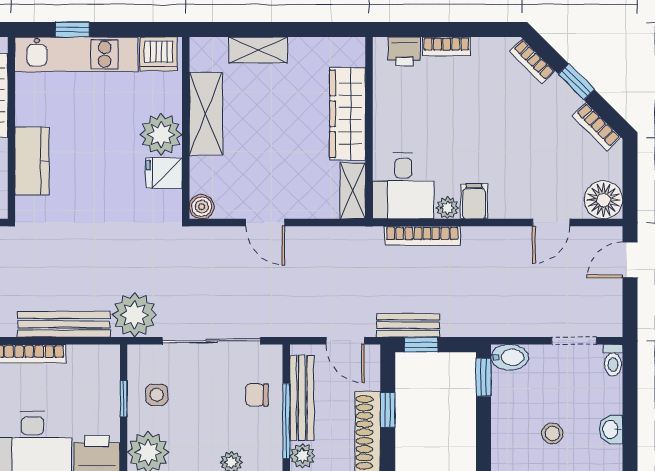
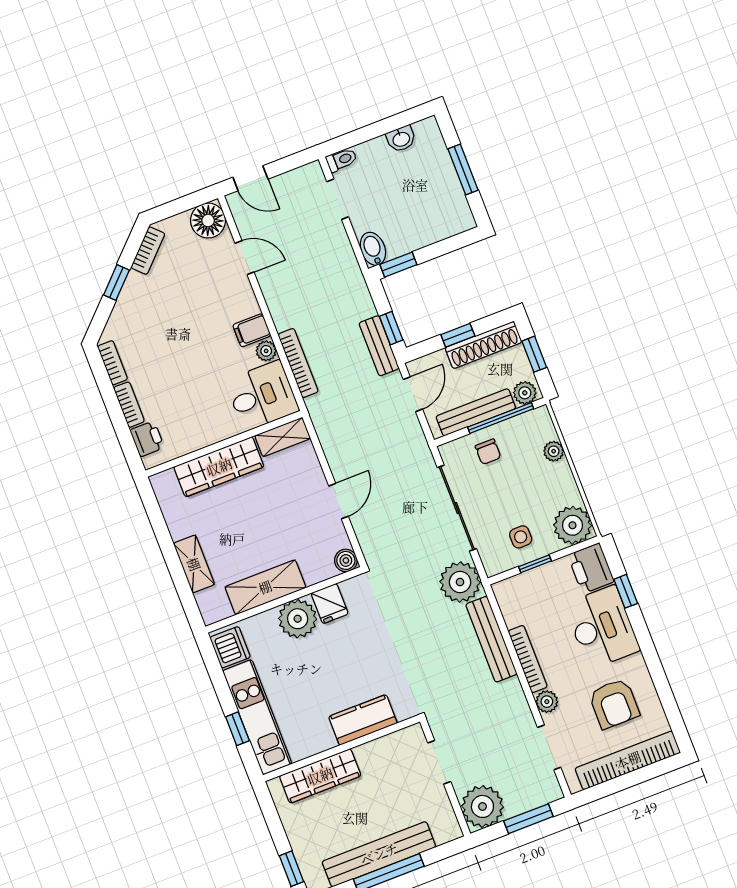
bookcase: (532, 61) -> (113, 363), moved, turned -45
stool: (552, 433) -> (424, 187), removed

